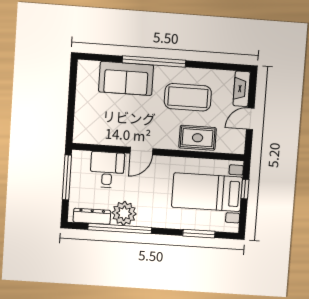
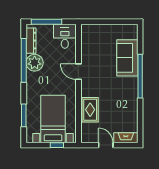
coffee table: (188, 97) -> (117, 101), removed
desk: (107, 170) -> (65, 36), moved, turned -90
window: (67, 177) -> (46, 22), moved

